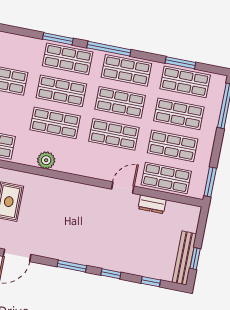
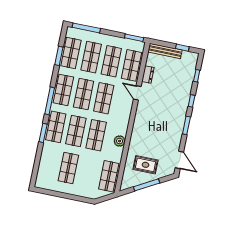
bench: (184, 258) -> (165, 51), moved

